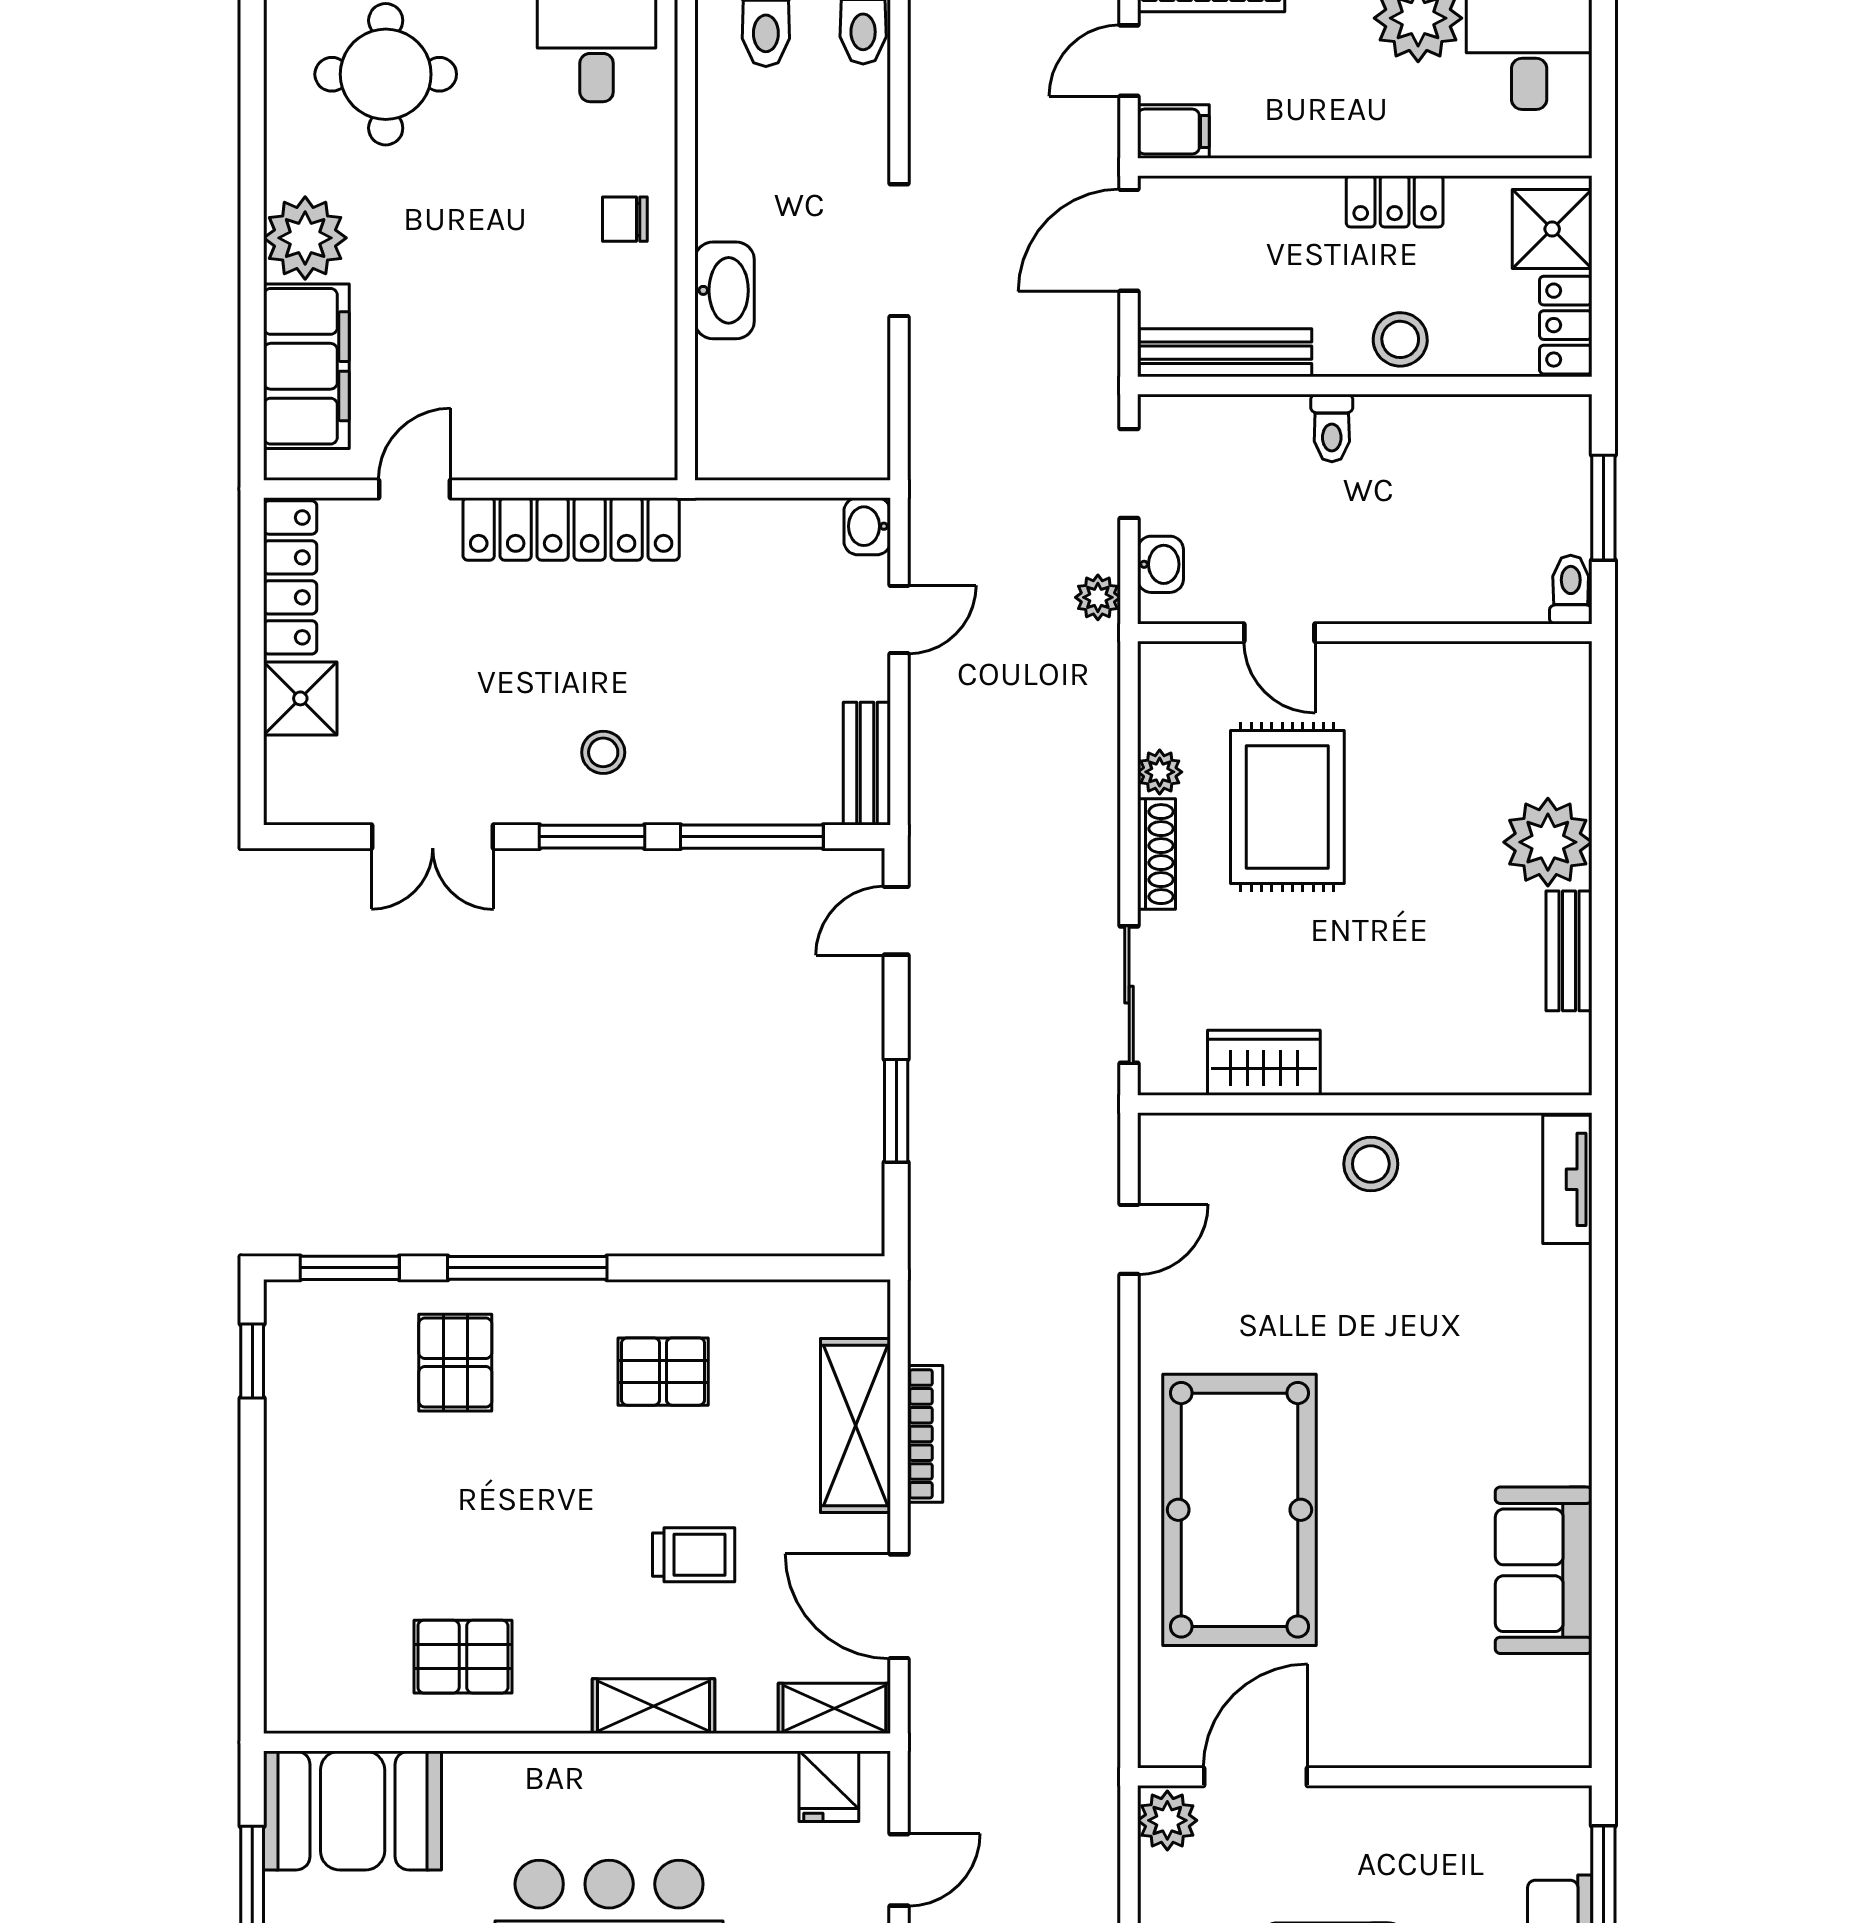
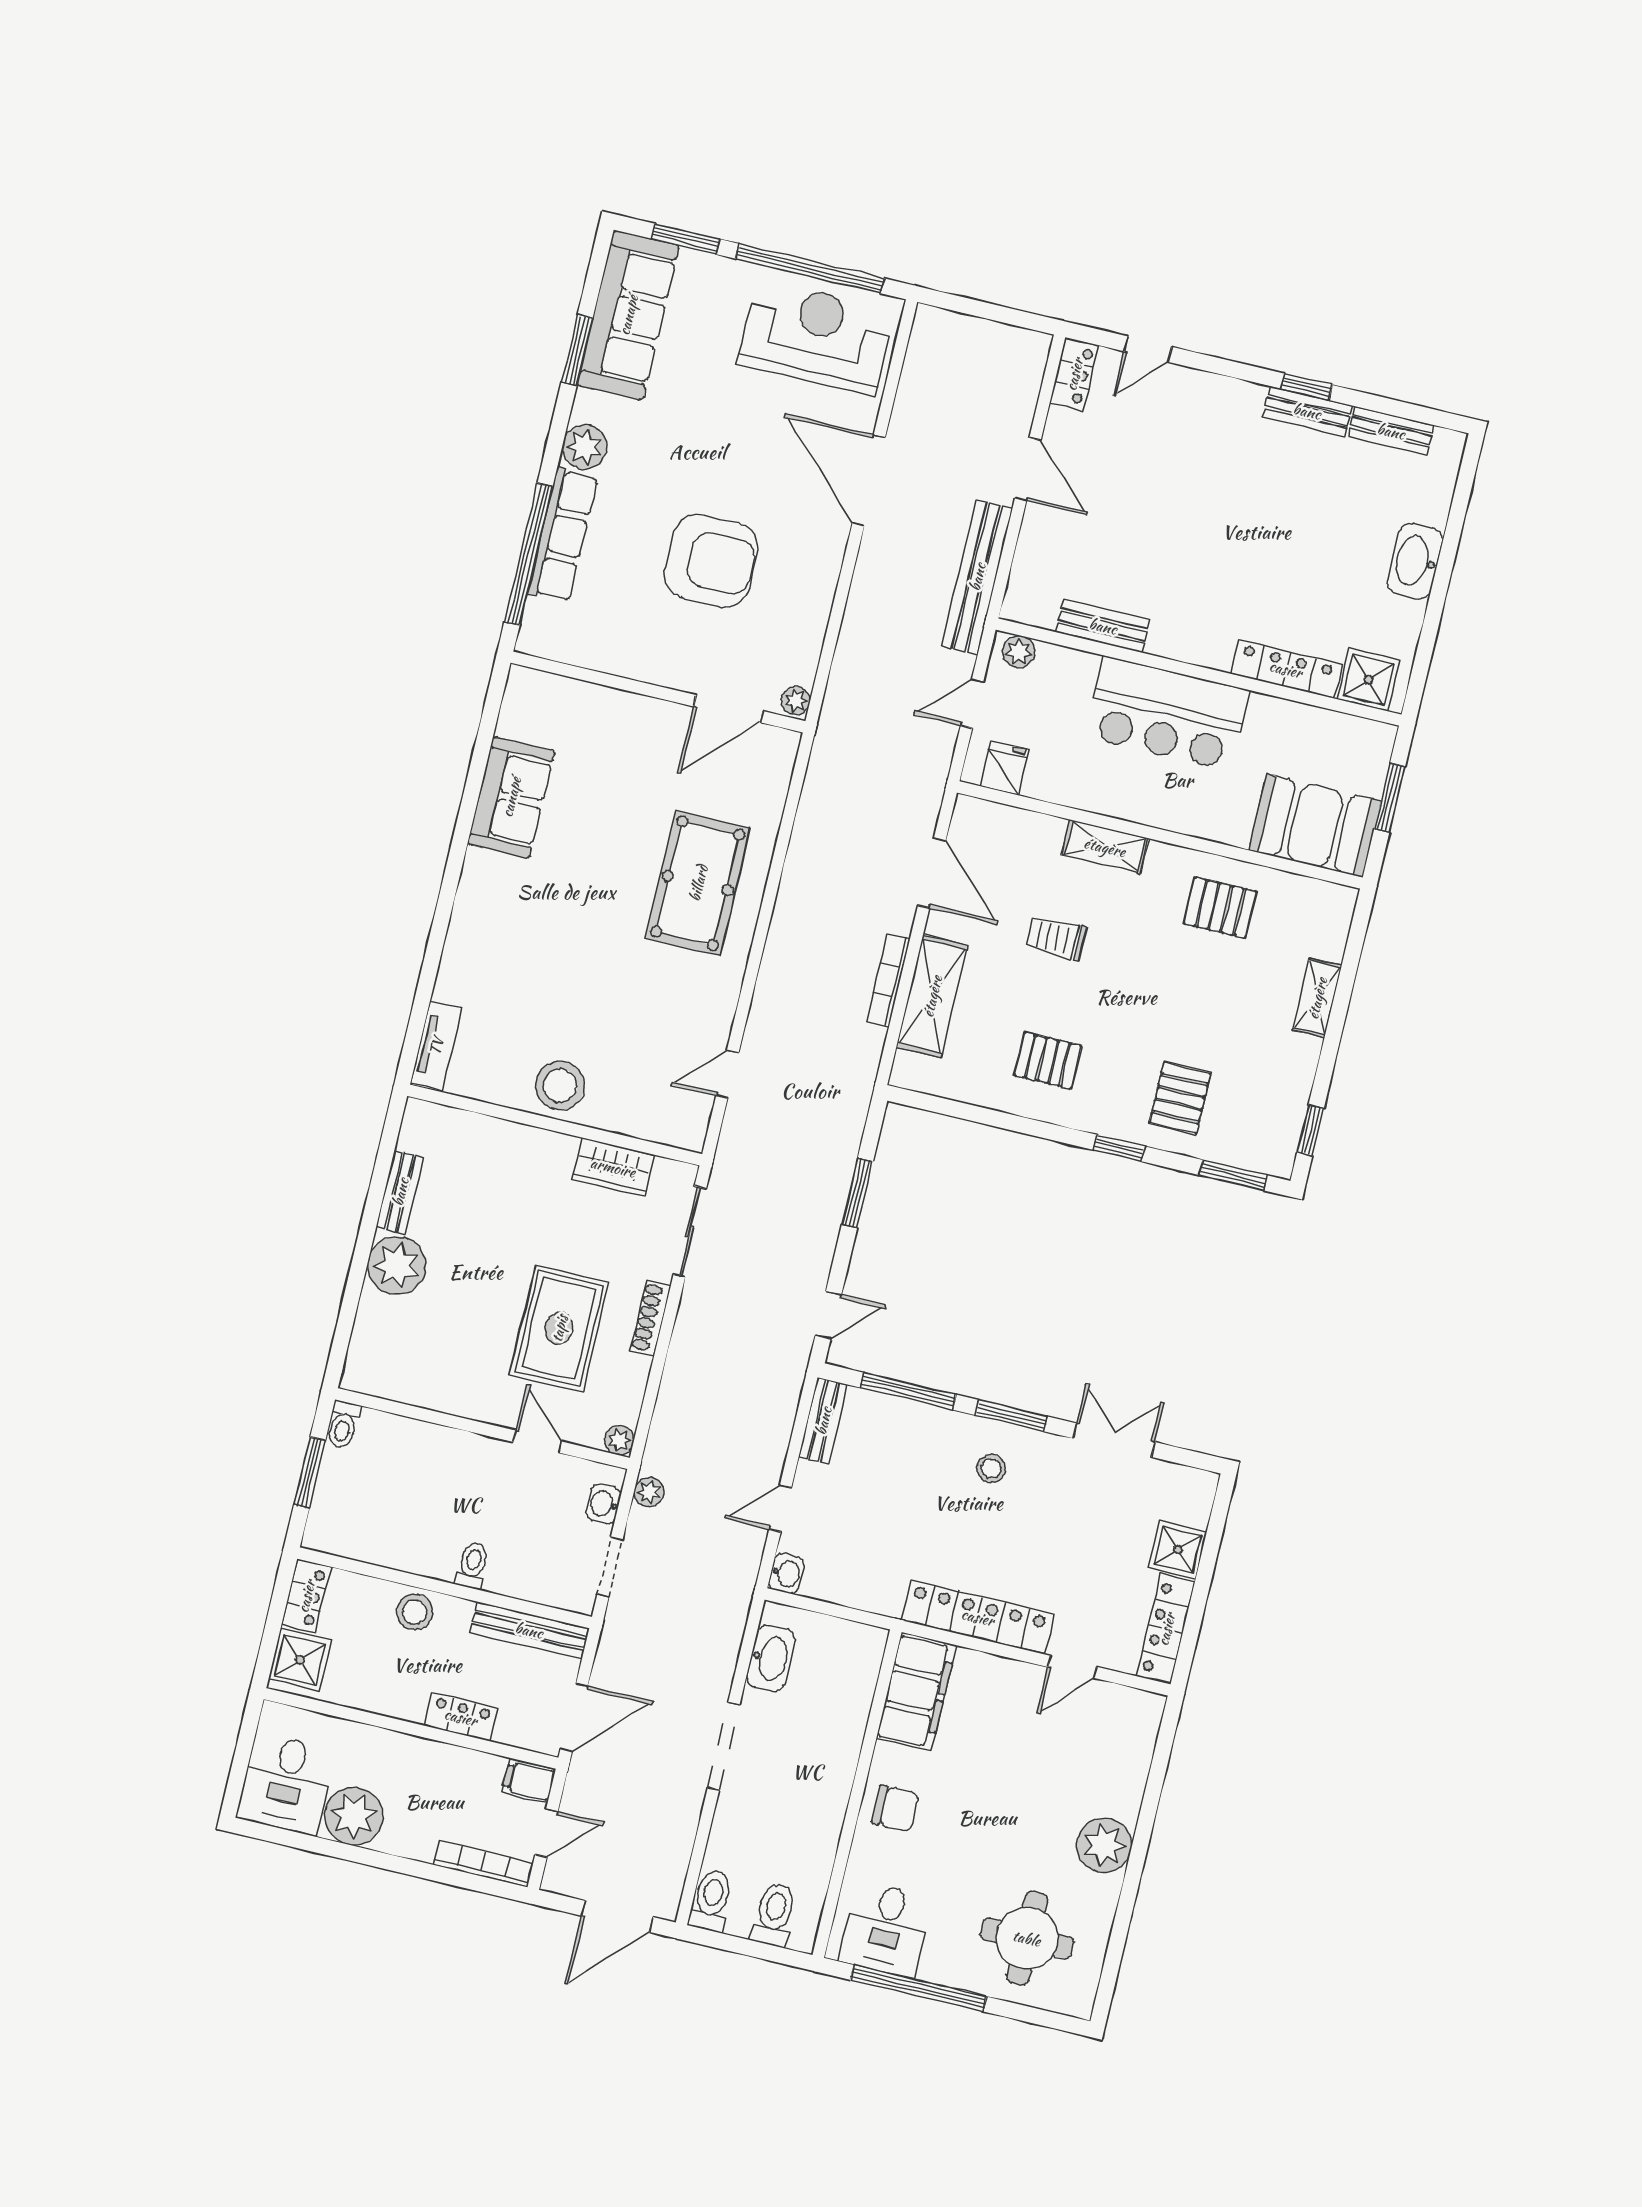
locker: (1395, 201) -> (461, 1717), moved
chair: (625, 219) -> (895, 1808), width x1.37, depth x1.37
washbasin: (725, 290) -> (771, 1658), moved, turned 180
filing cabinet: (306, 366) -> (916, 1692), moved, turned 180
plant: (1160, 772) -> (619, 1440), moved
stool: (1371, 1164) -> (560, 1086), width x1.38, depth x1.38
window: (527, 1268) -> (1119, 1148), width x0.46
pool table: (1240, 1510) -> (698, 883), width x0.73, depth x0.76
shelving: (834, 1708) -> (1317, 998), moved, turned 90
plant: (1167, 1820) -> (796, 701), width x0.73, depth x0.73

